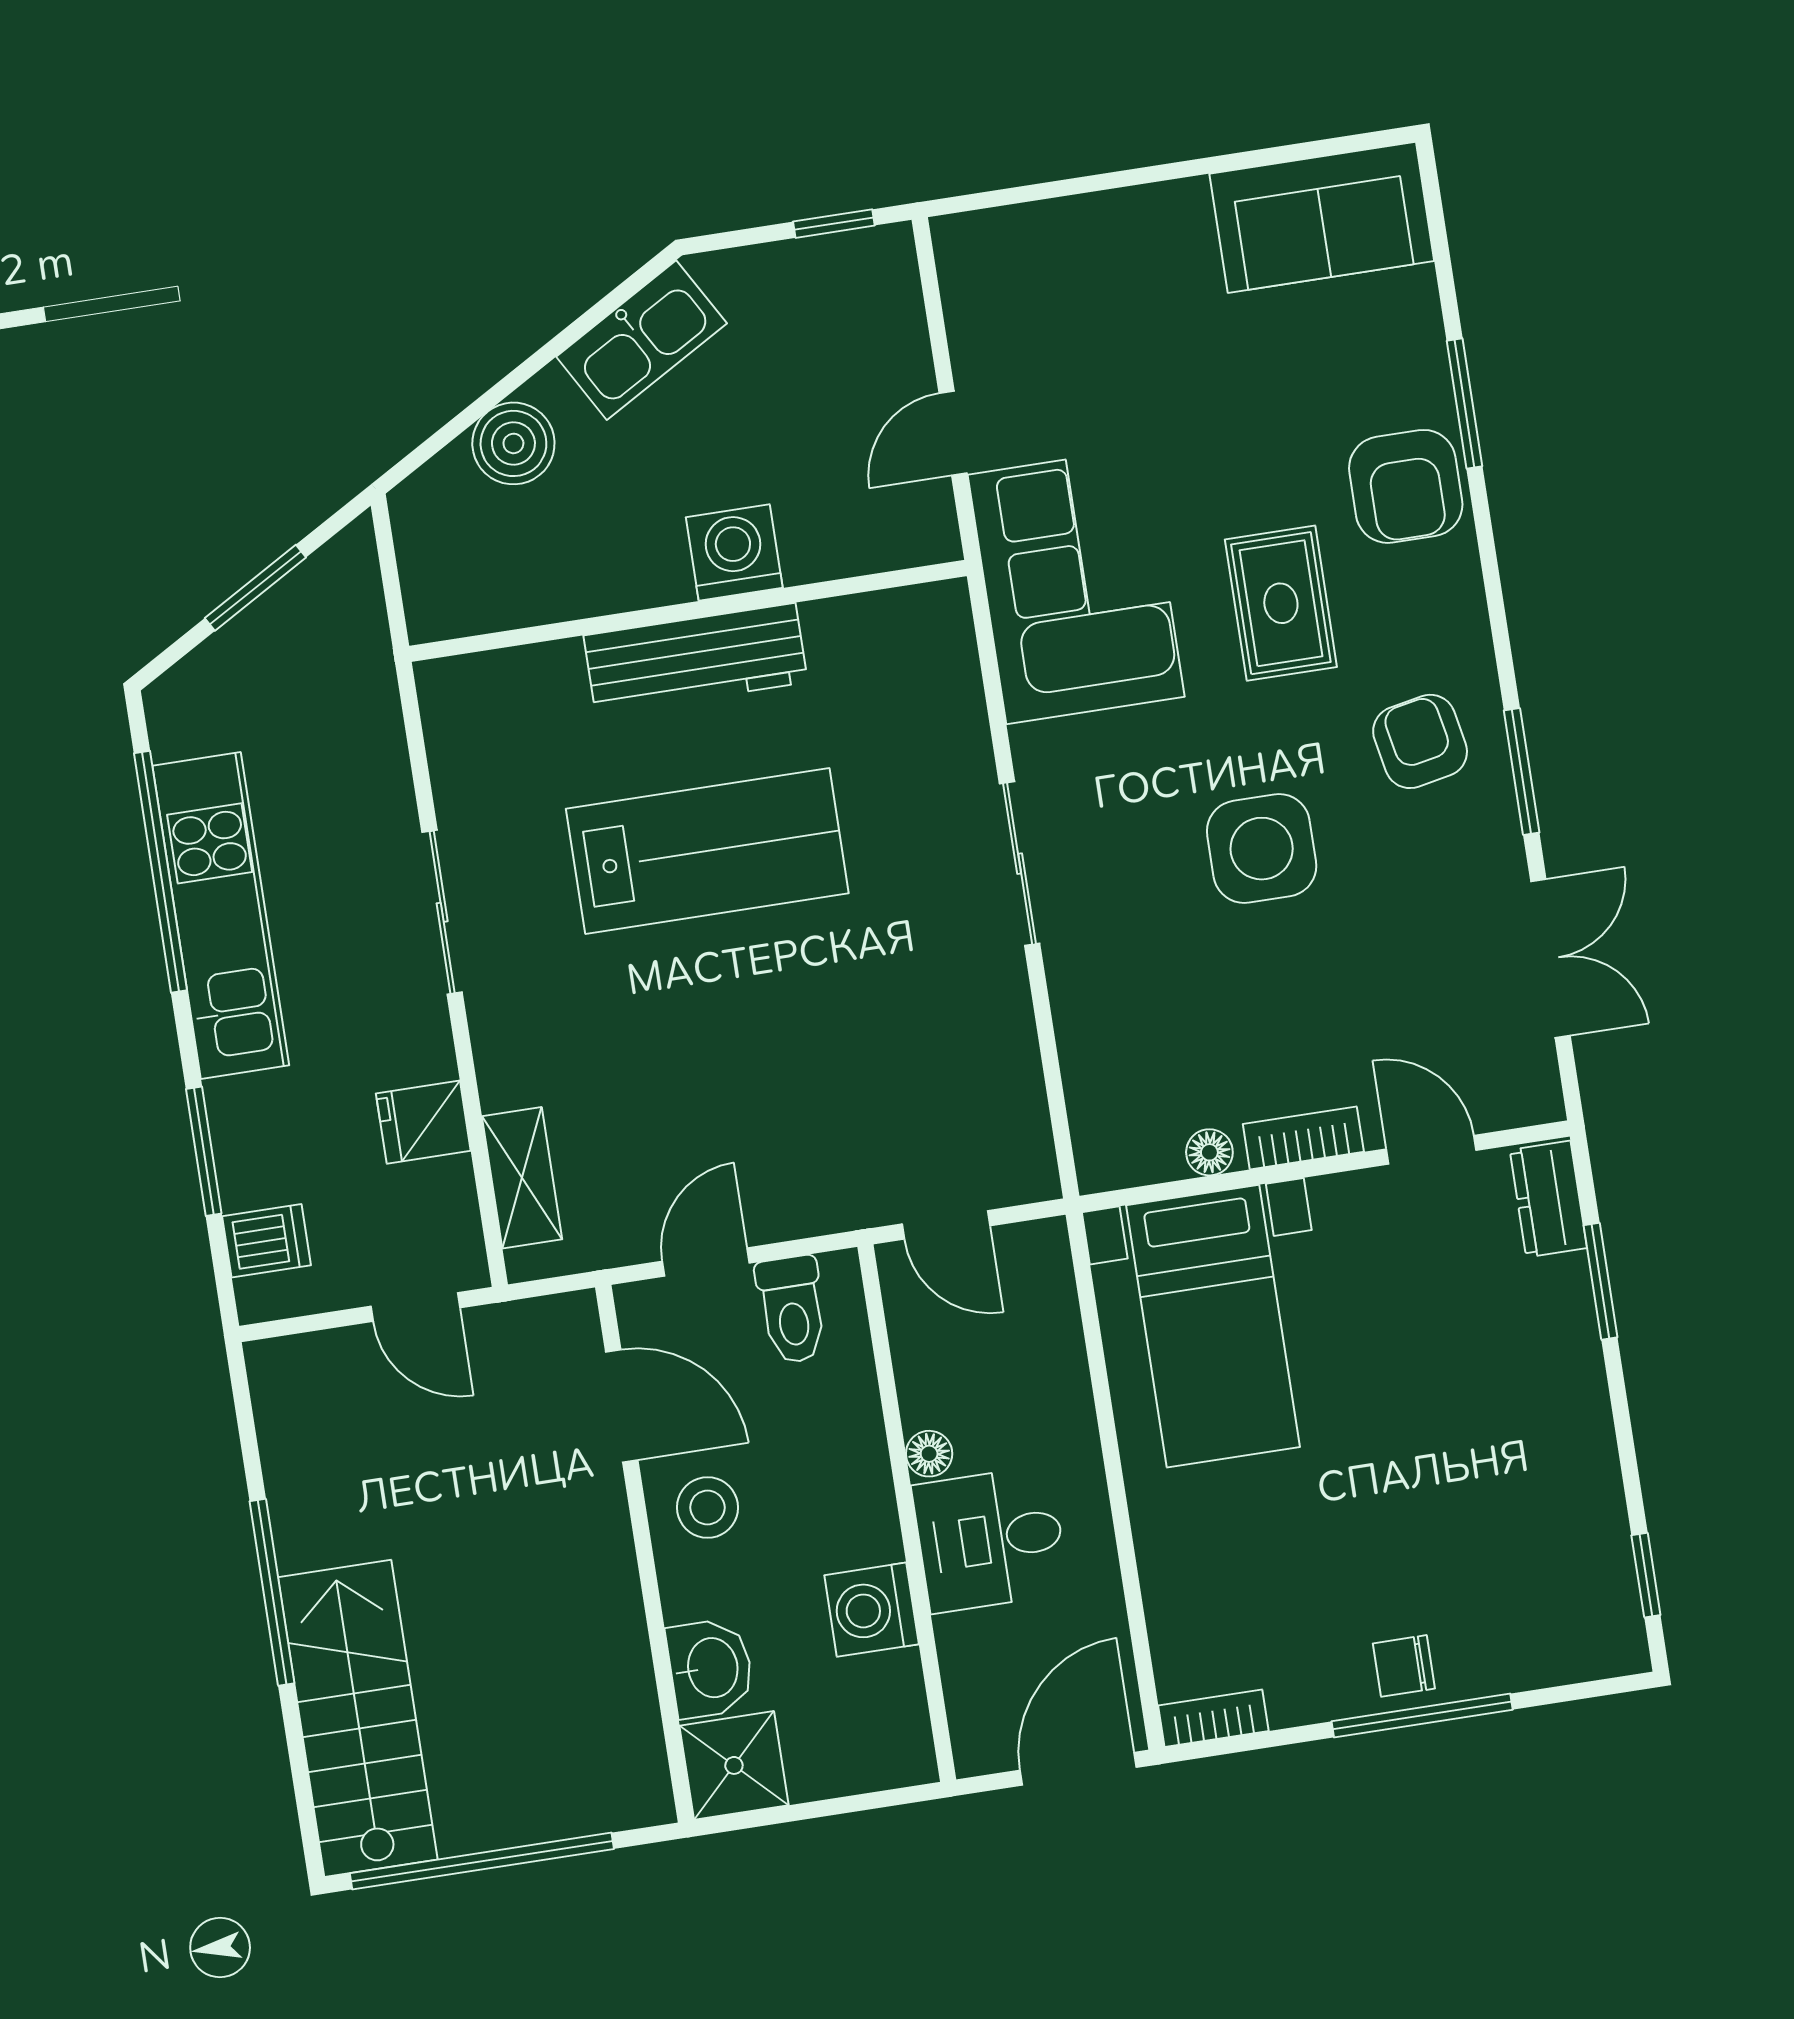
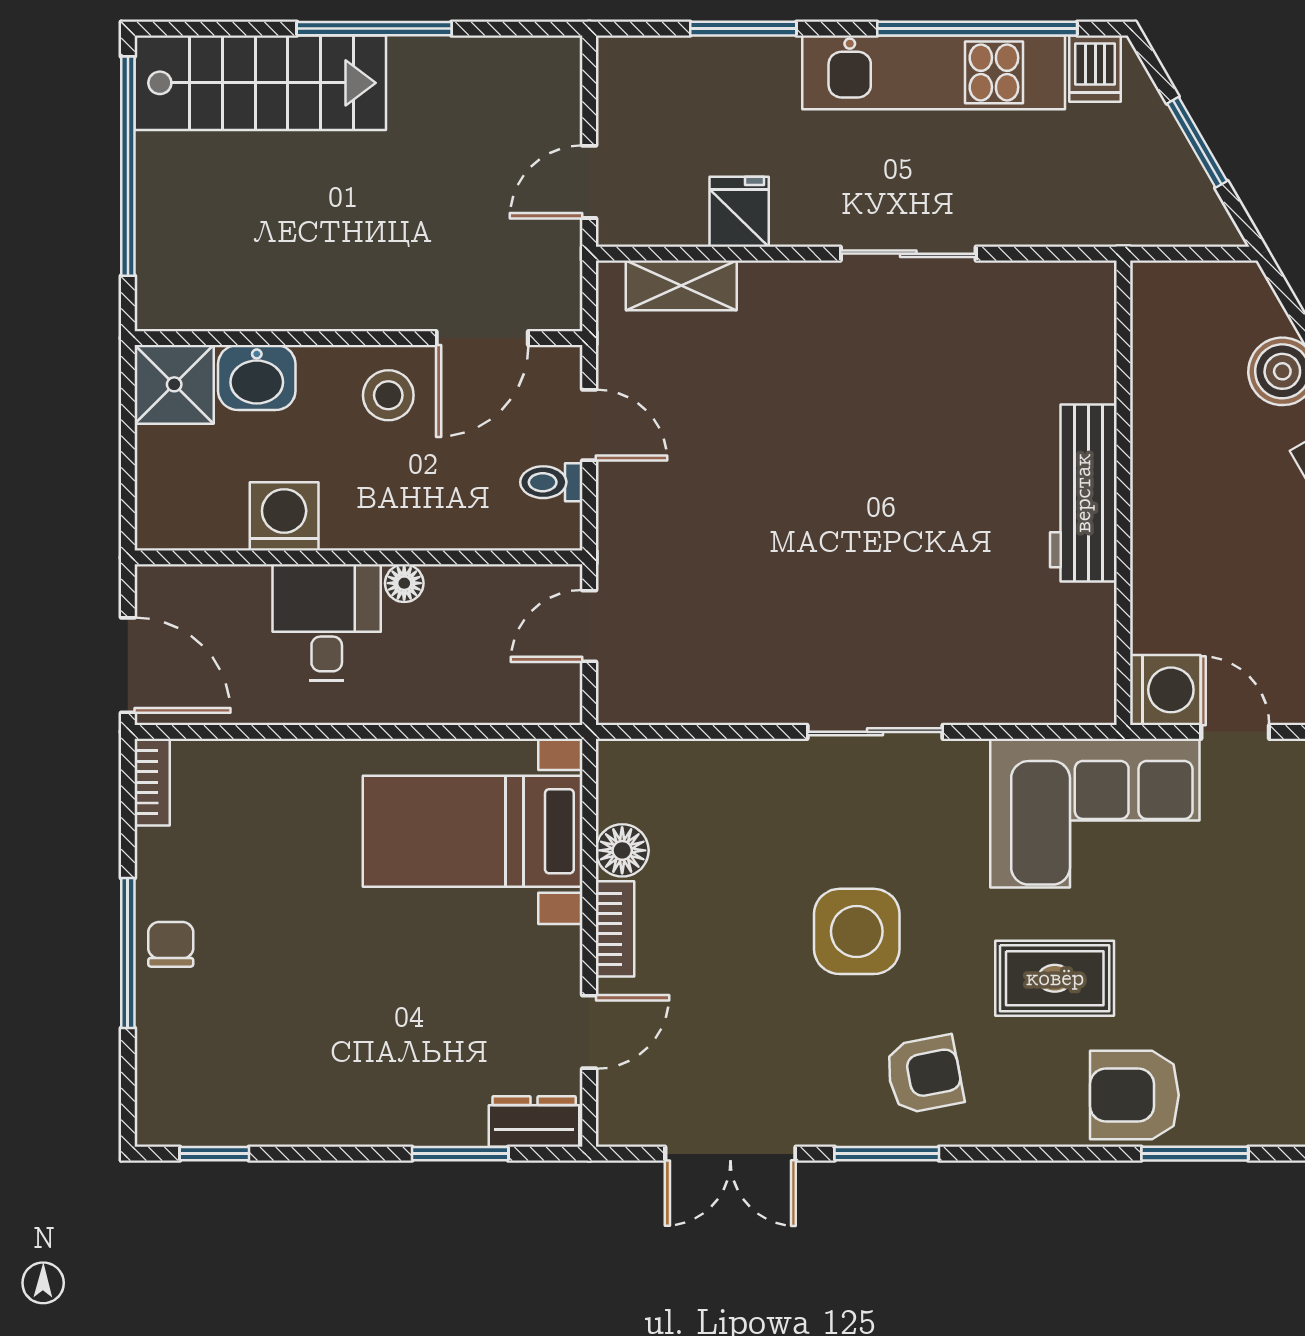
washing machine: (734, 553) -> (1165, 690), moved
lab bench: (707, 851) -> (925, 478), removed
floor lamp: (1209, 1152) -> (622, 850), width x1.37, depth x1.37
dishwasher: (266, 1241) -> (1095, 69), moved
toilet: (792, 1310) -> (551, 482), width x0.73, depth x0.72

